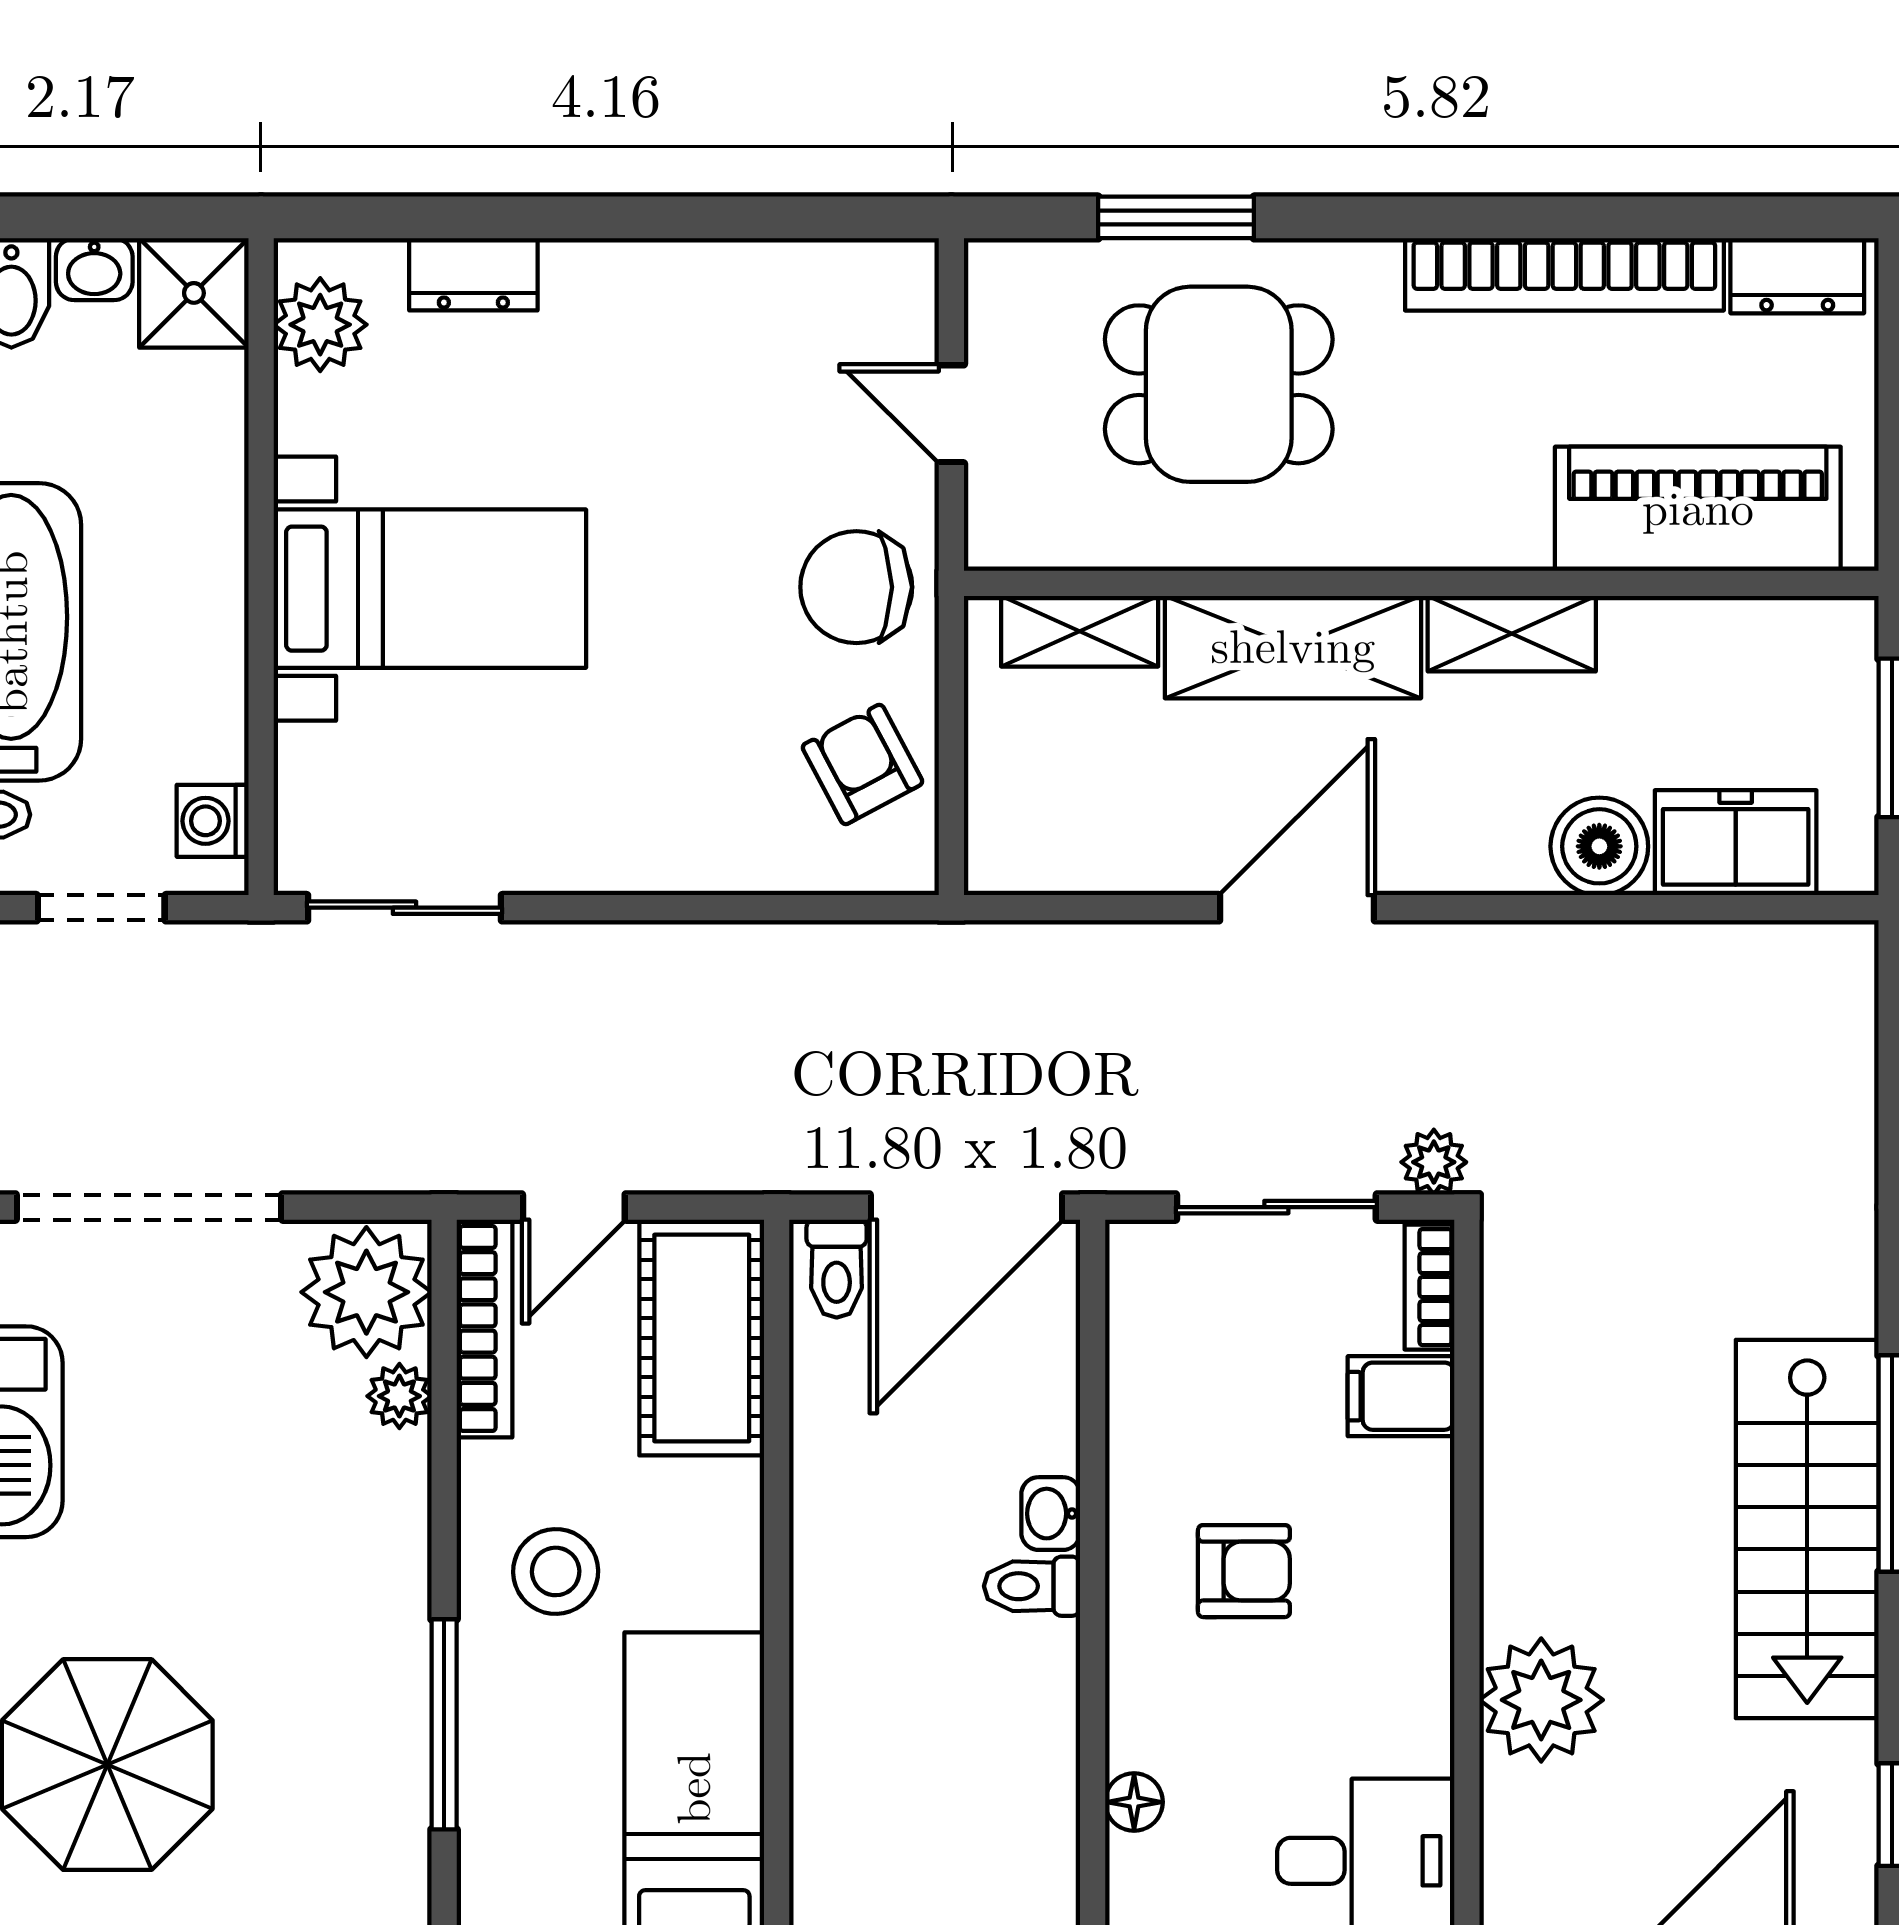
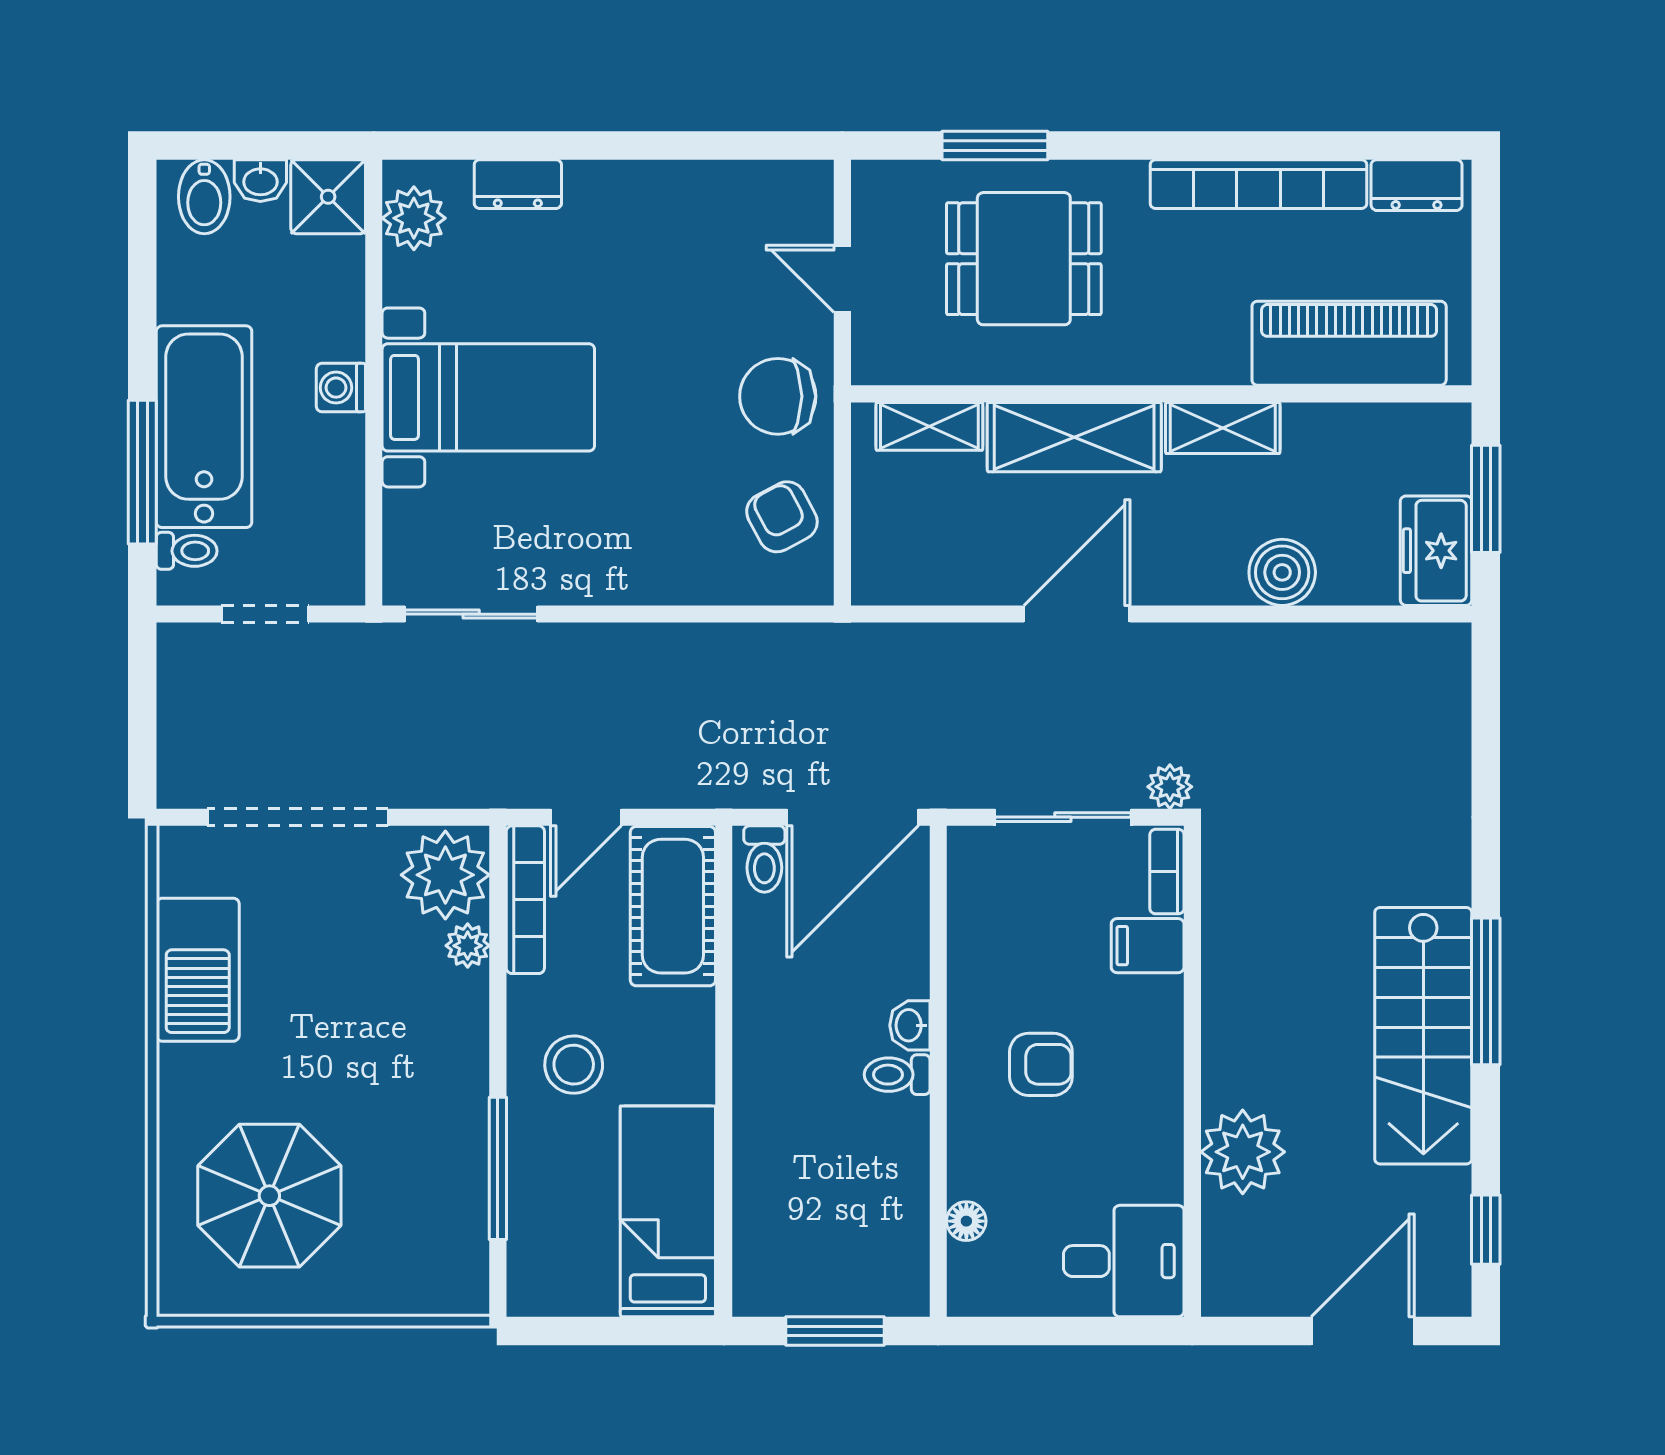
washing machine: (213, 821) -> (341, 388), moved
freezer: (1736, 843) -> (1436, 551), moved, turned -90

